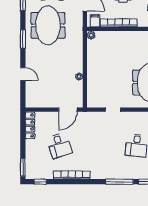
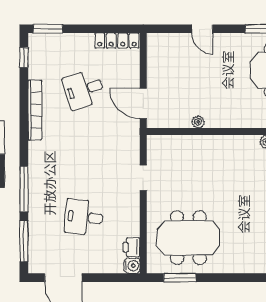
door: (23, 74) -> (202, 29), hinge flipped

